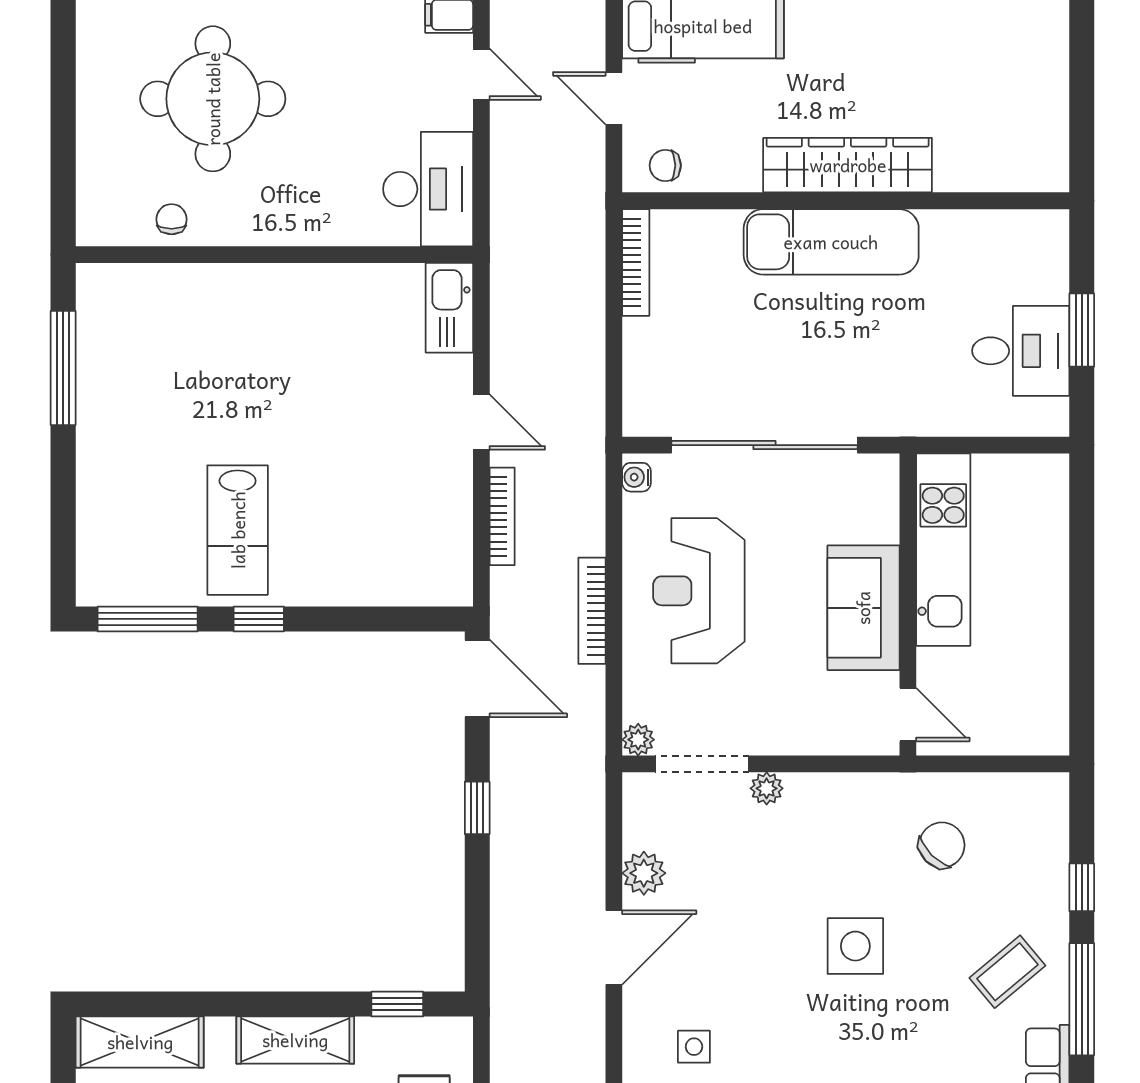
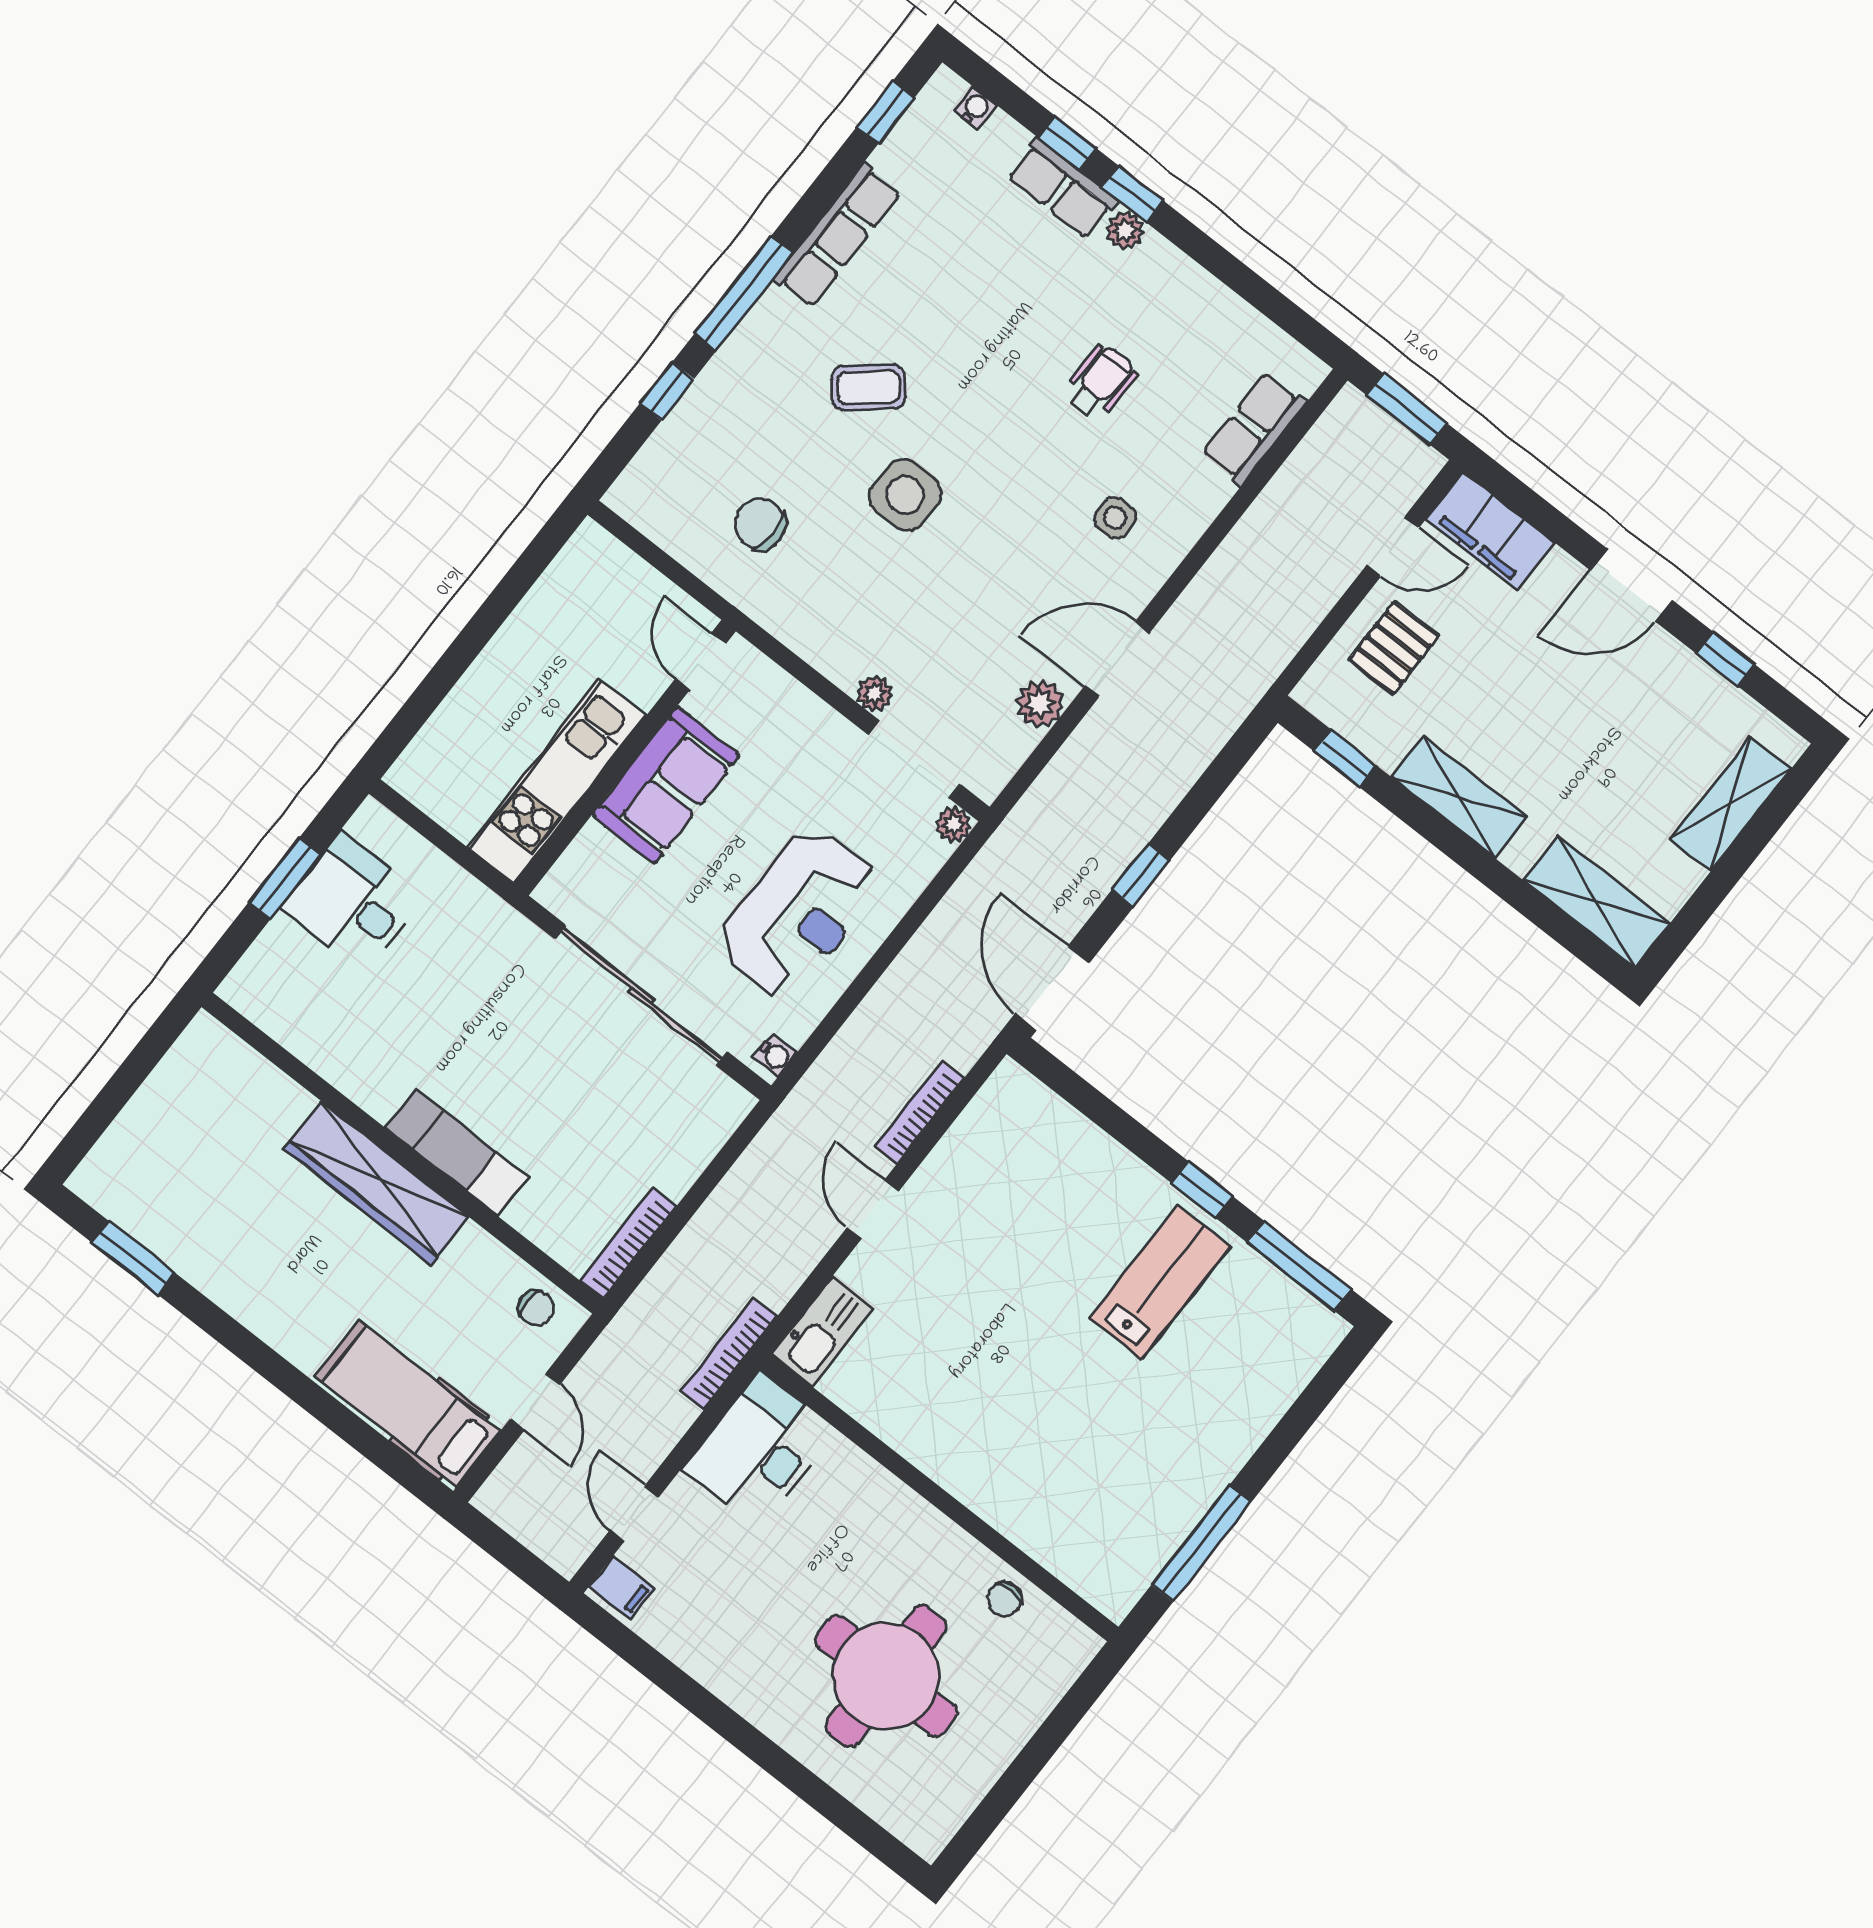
exam couch: (831, 242) -> (457, 1152), width x0.73, depth x0.69
bookcase: (592, 611) -> (729, 1354), moved, turned 180
chair: (942, 845) -> (760, 524), turned 45
coffee table: (1007, 972) -> (869, 387), moved

